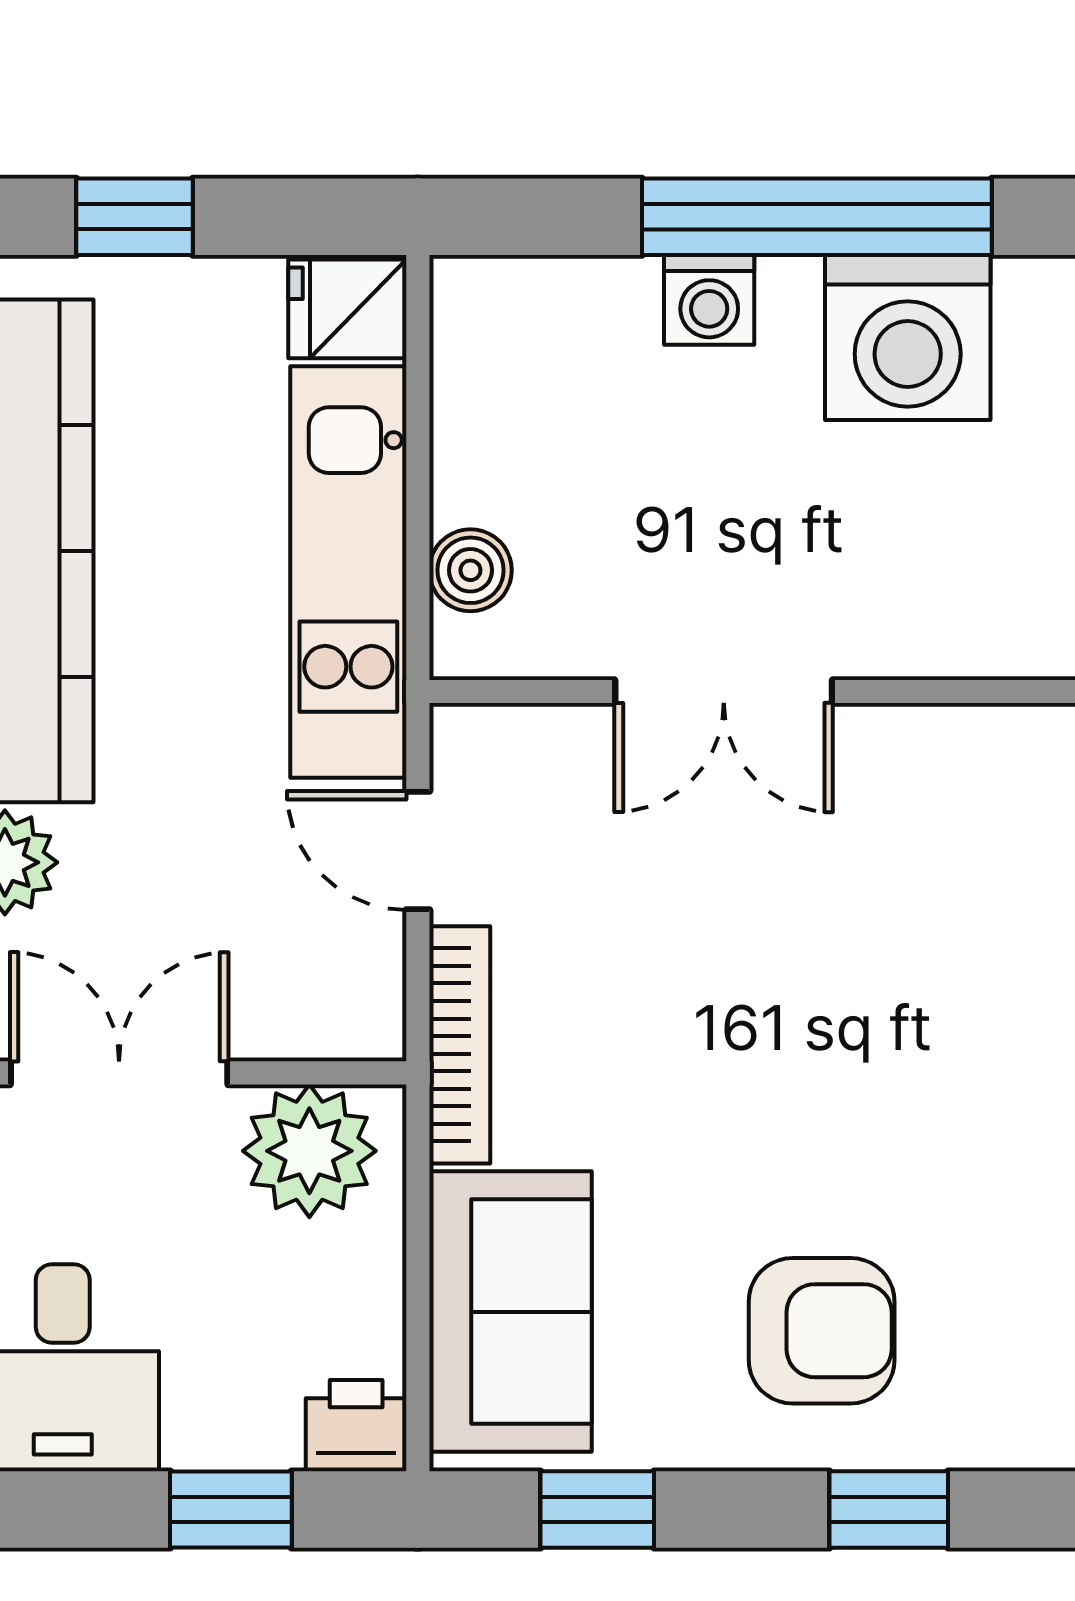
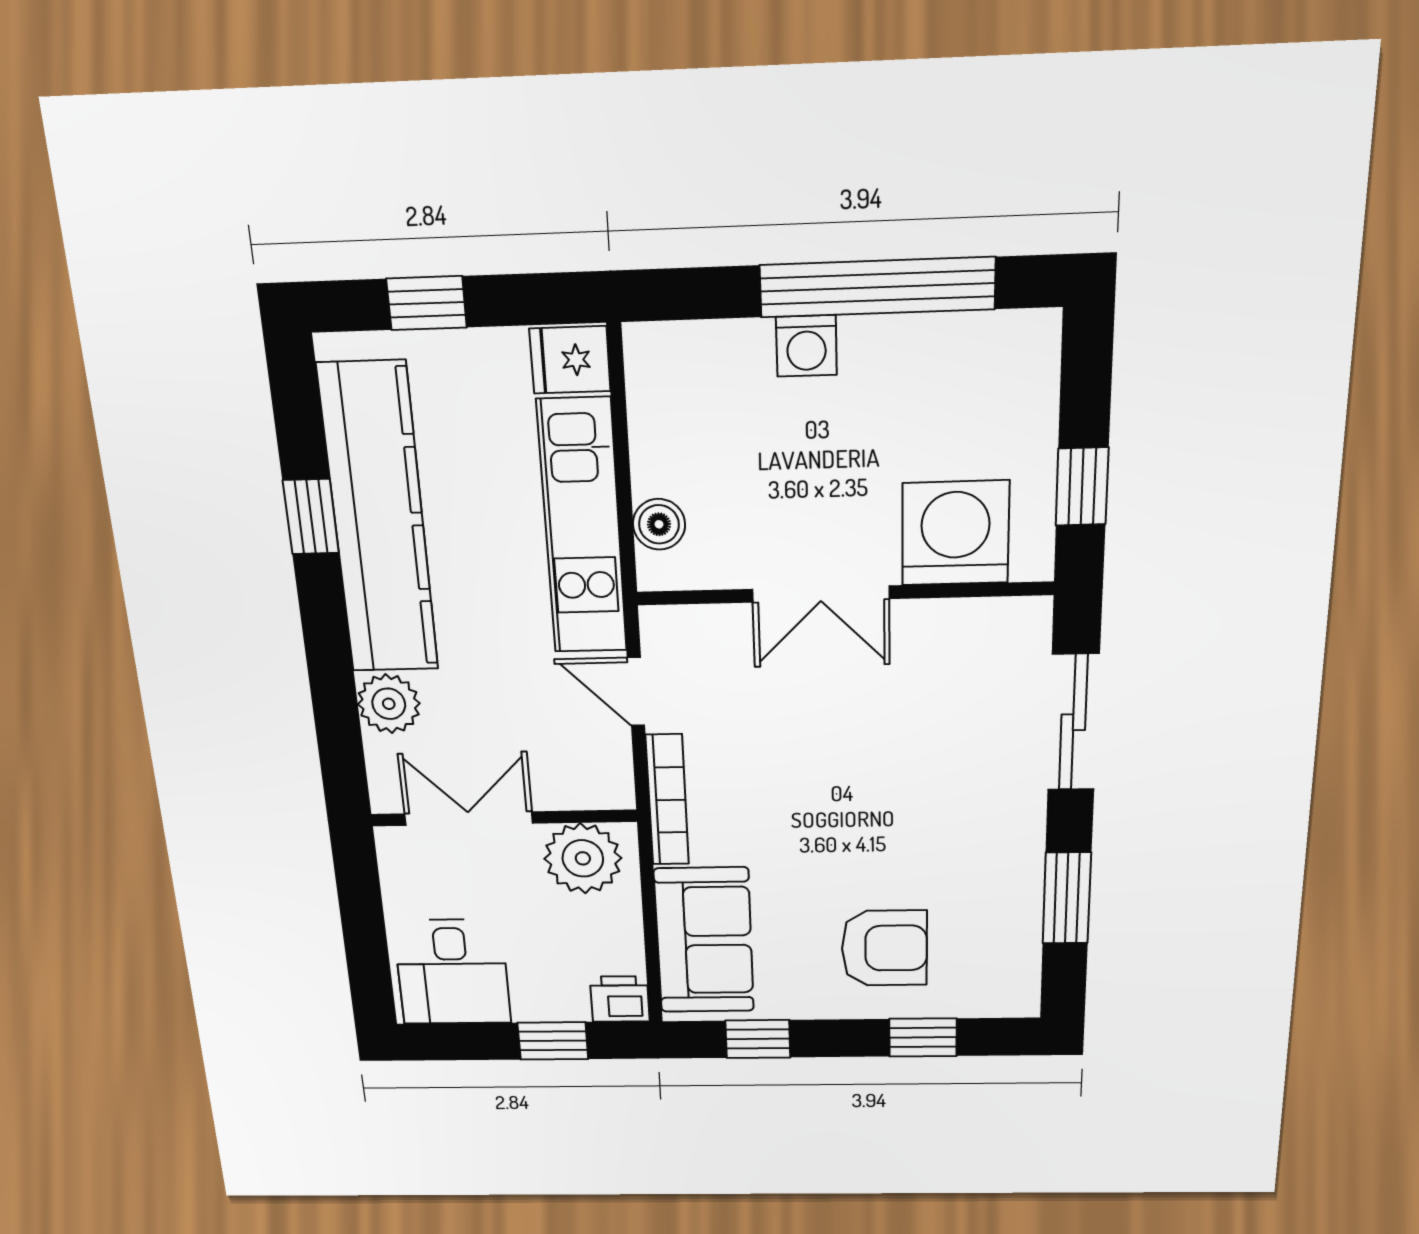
washing machine: (908, 337) -> (955, 533), moved, turned 180

